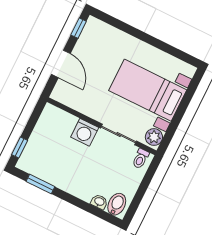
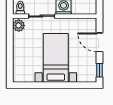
bed with nightstands: (148, 90) -> (56, 58), moved, turned -90

